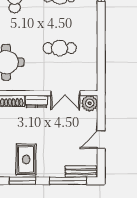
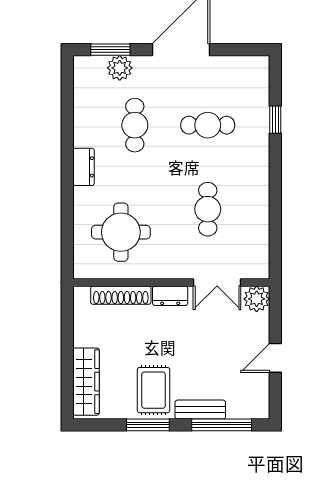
cafe table: (60, 48) -> (208, 209), turned 90
bench: (81, 171) -> (200, 410), moved

